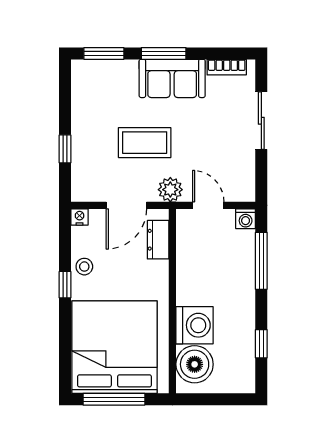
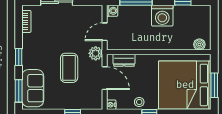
window: (164, 53) -> (19, 57), width x0.67
sofa: (172, 78) -> (33, 88), moved
washing machine: (195, 325) -> (162, 16), moved, turned 180
boiler: (195, 364) -> (199, 44), width x0.54, depth x0.54
window: (114, 399) -> (214, 85), width x0.69

